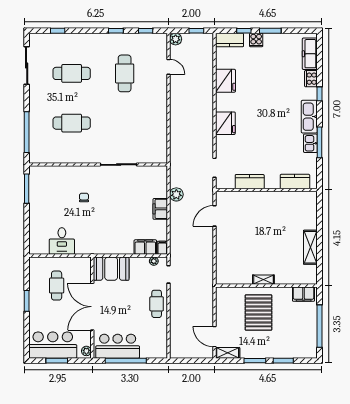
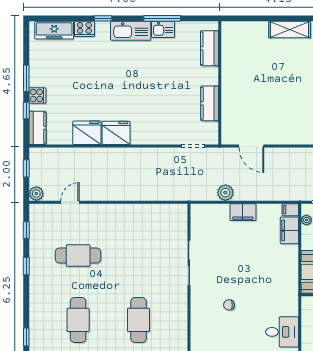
fridge: (225, 123) -> (116, 133), moved

